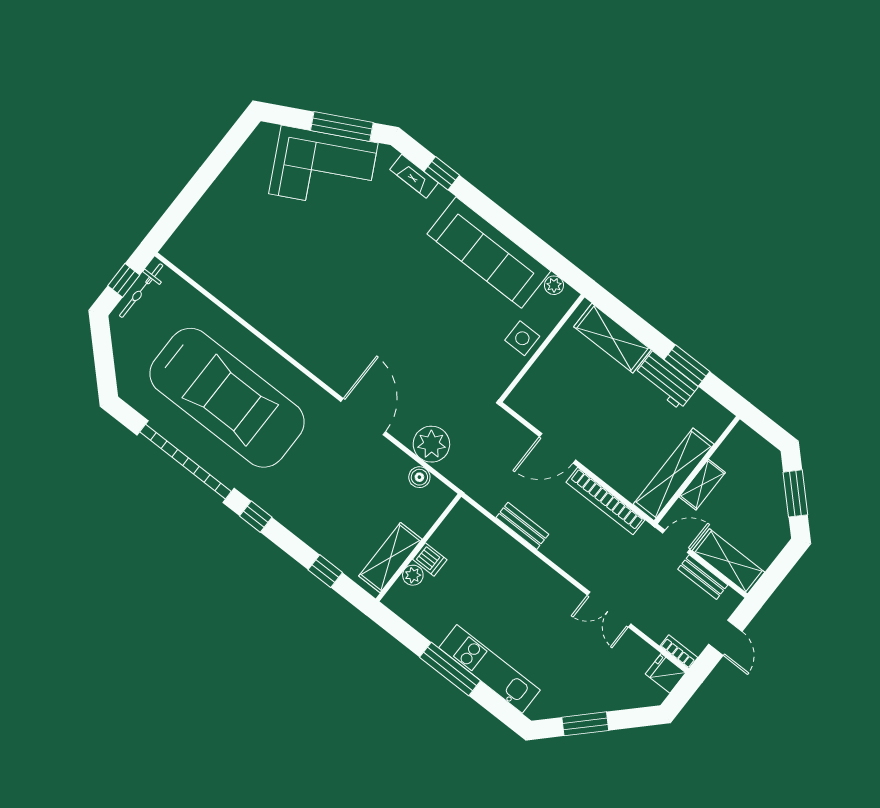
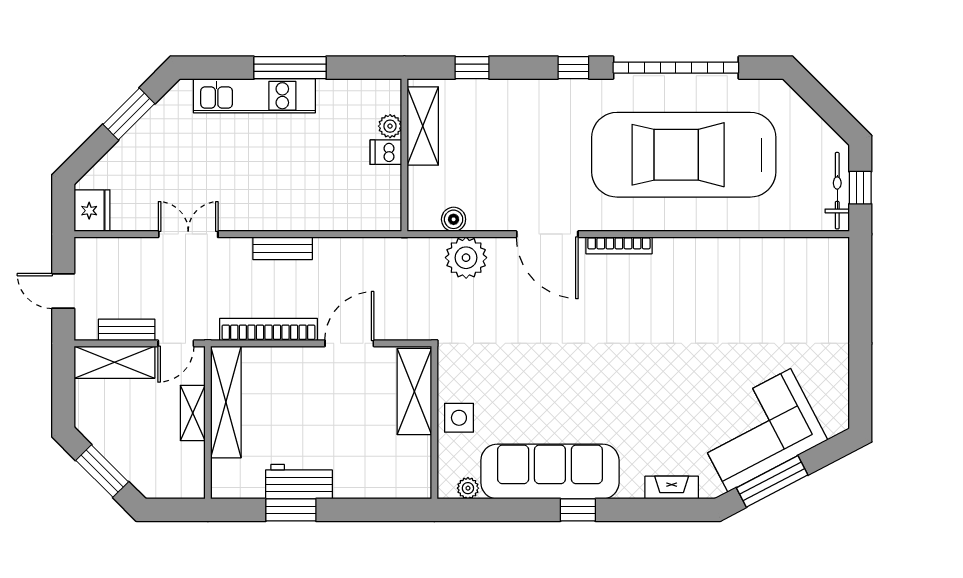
window: (442, 173) -> (578, 510), moved
shelving: (612, 338) -> (414, 392), moved, turned 90
bench: (522, 526) -> (283, 248), moved
bookcase: (679, 652) -> (619, 245), moved, width x1.56
fridge: (666, 673) -> (92, 211), width x1.38

